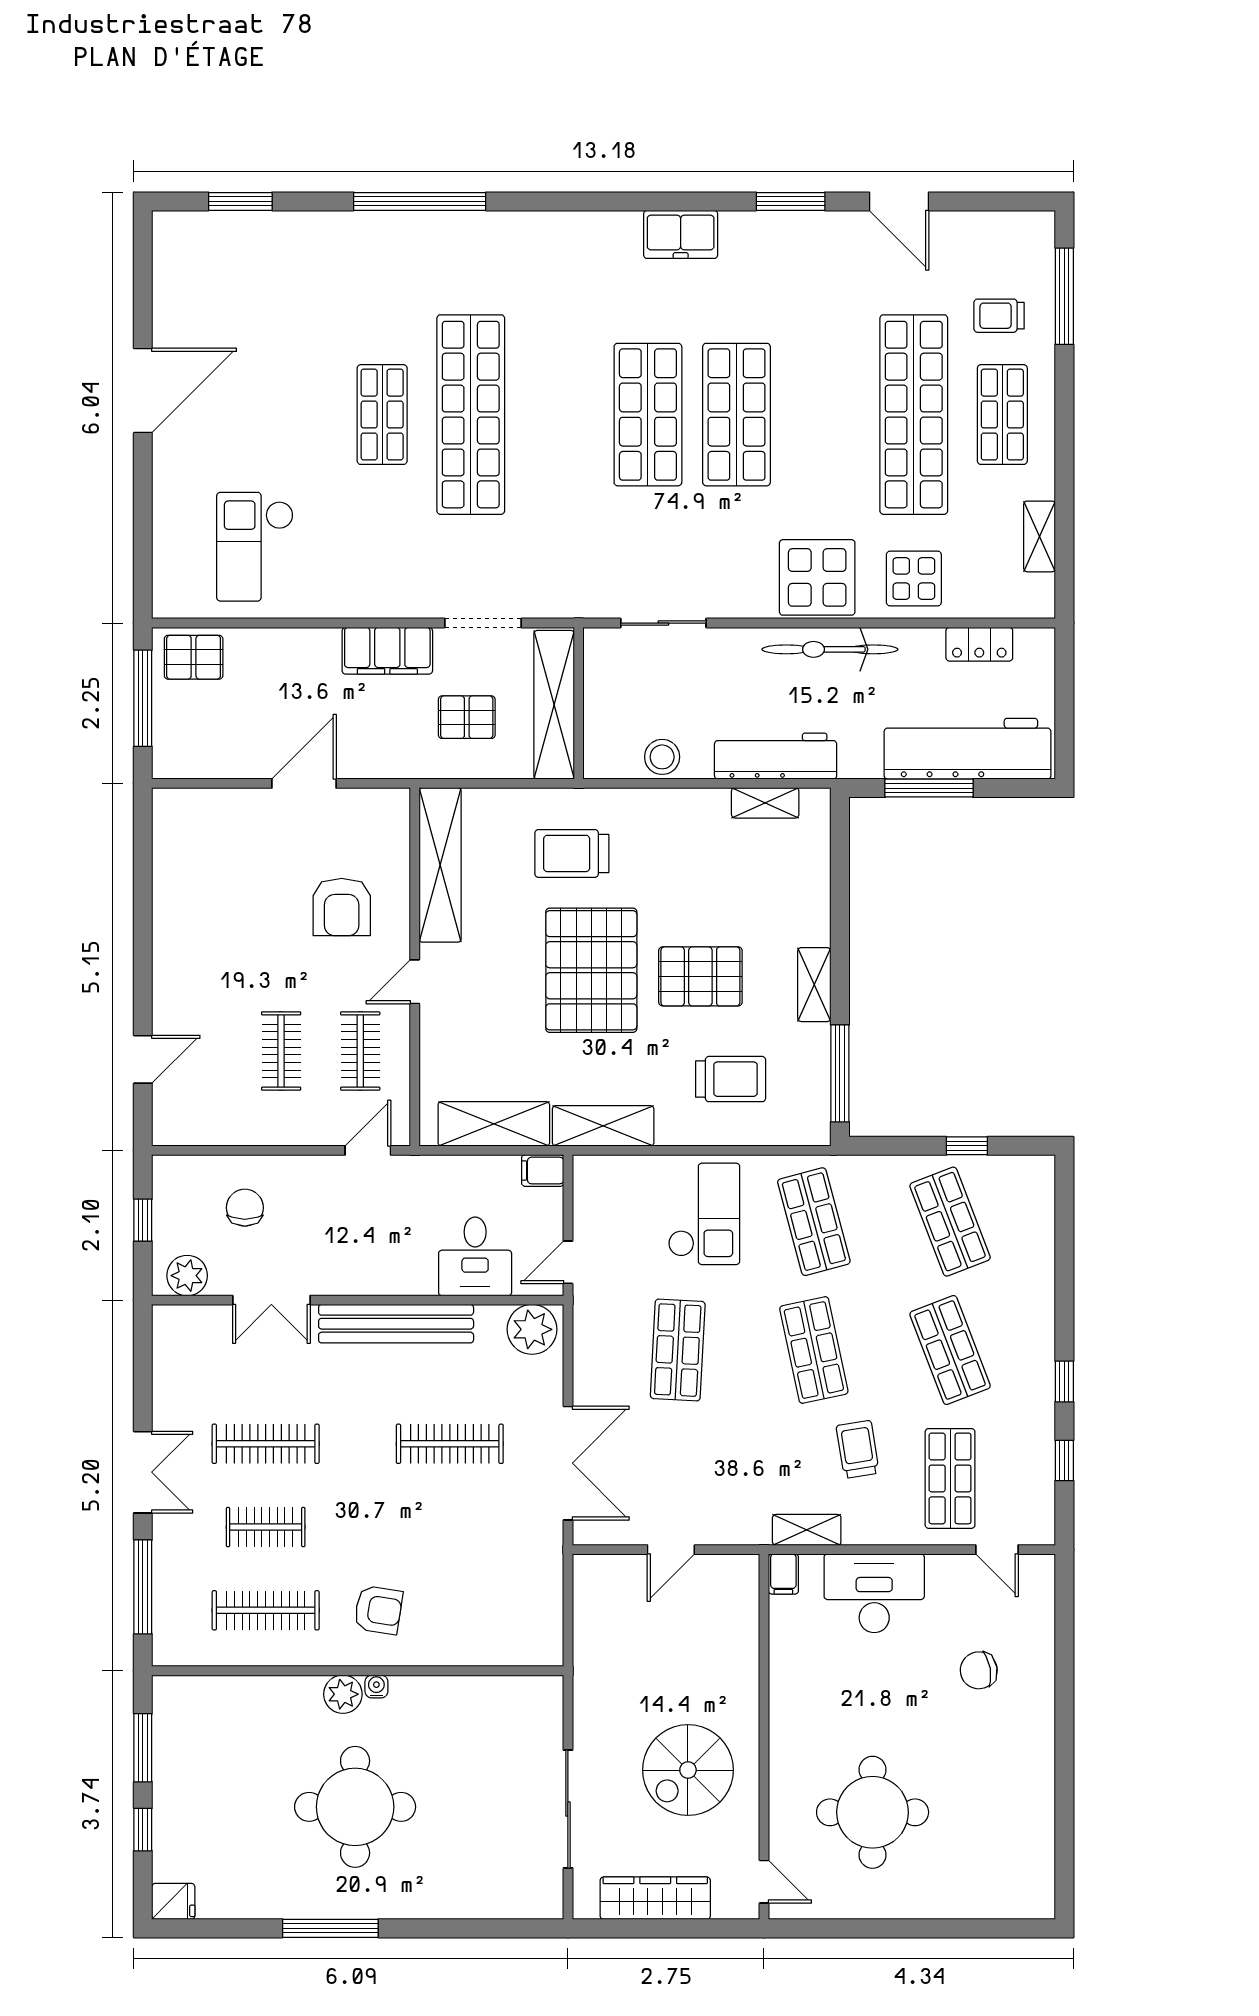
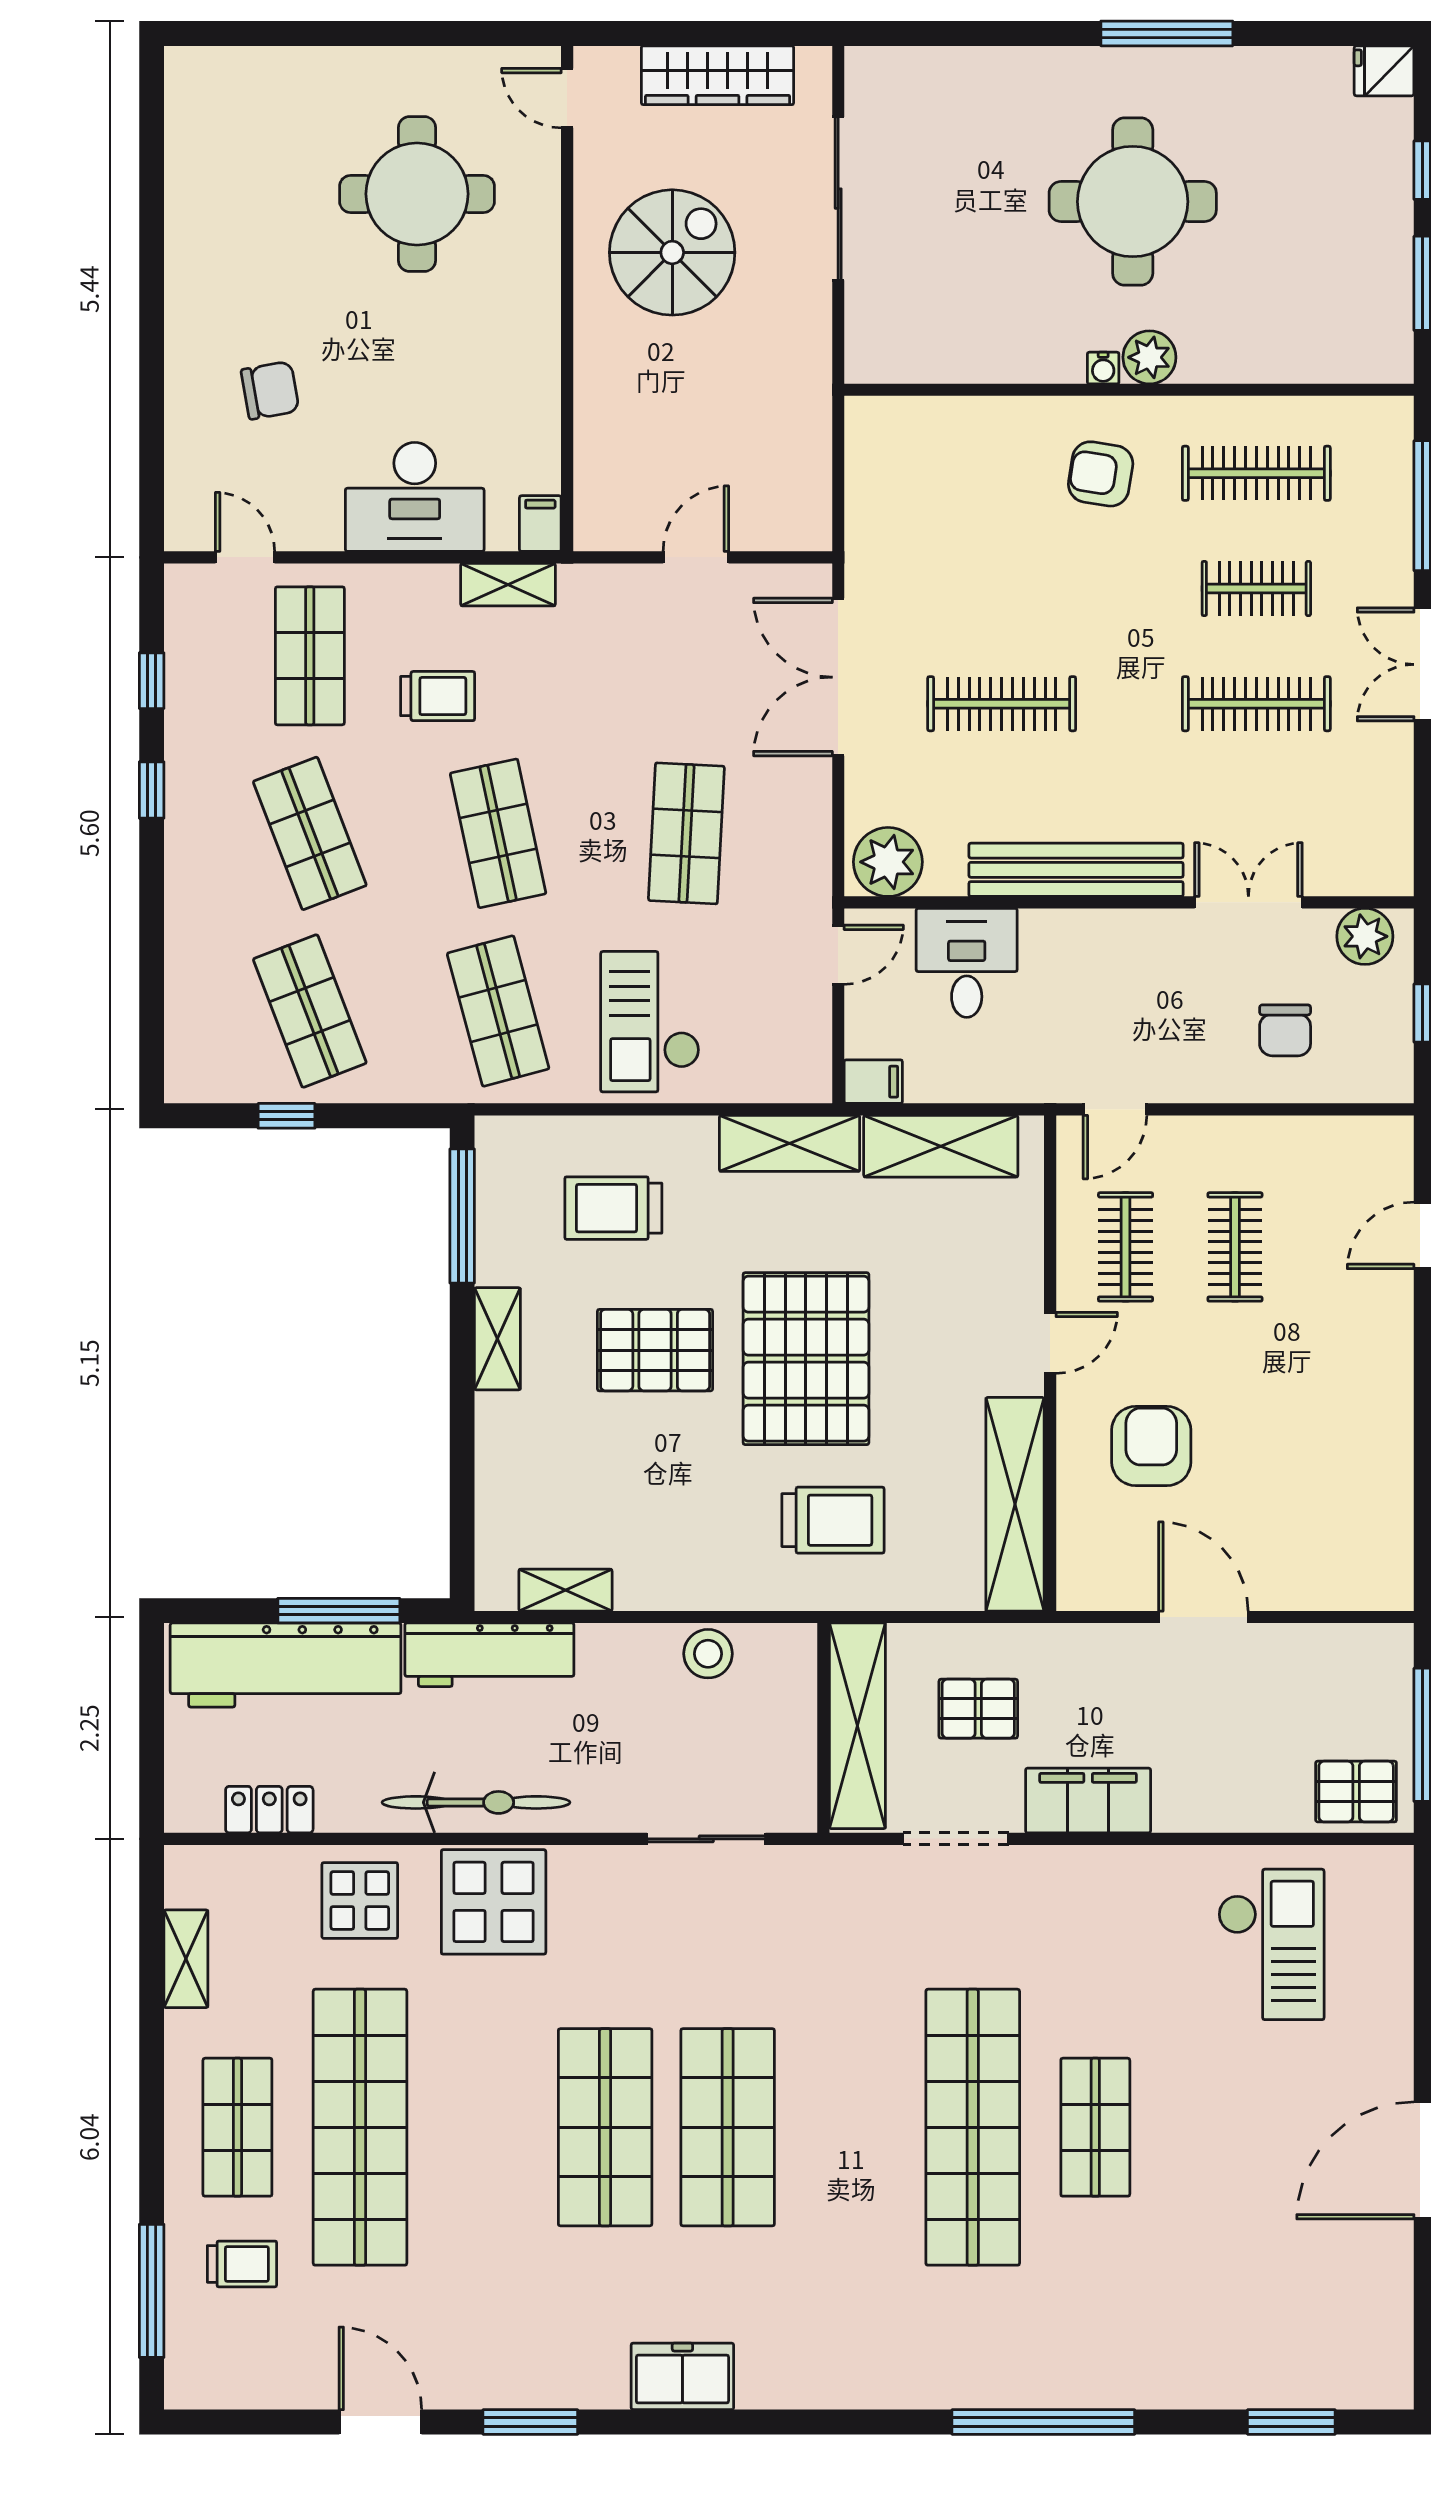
workbench: (776, 756) -> (489, 1655), moved
door: (304, 783) -> (1203, 1617), swing flipped
trolley: (858, 1449) -> (438, 696), turned -81

